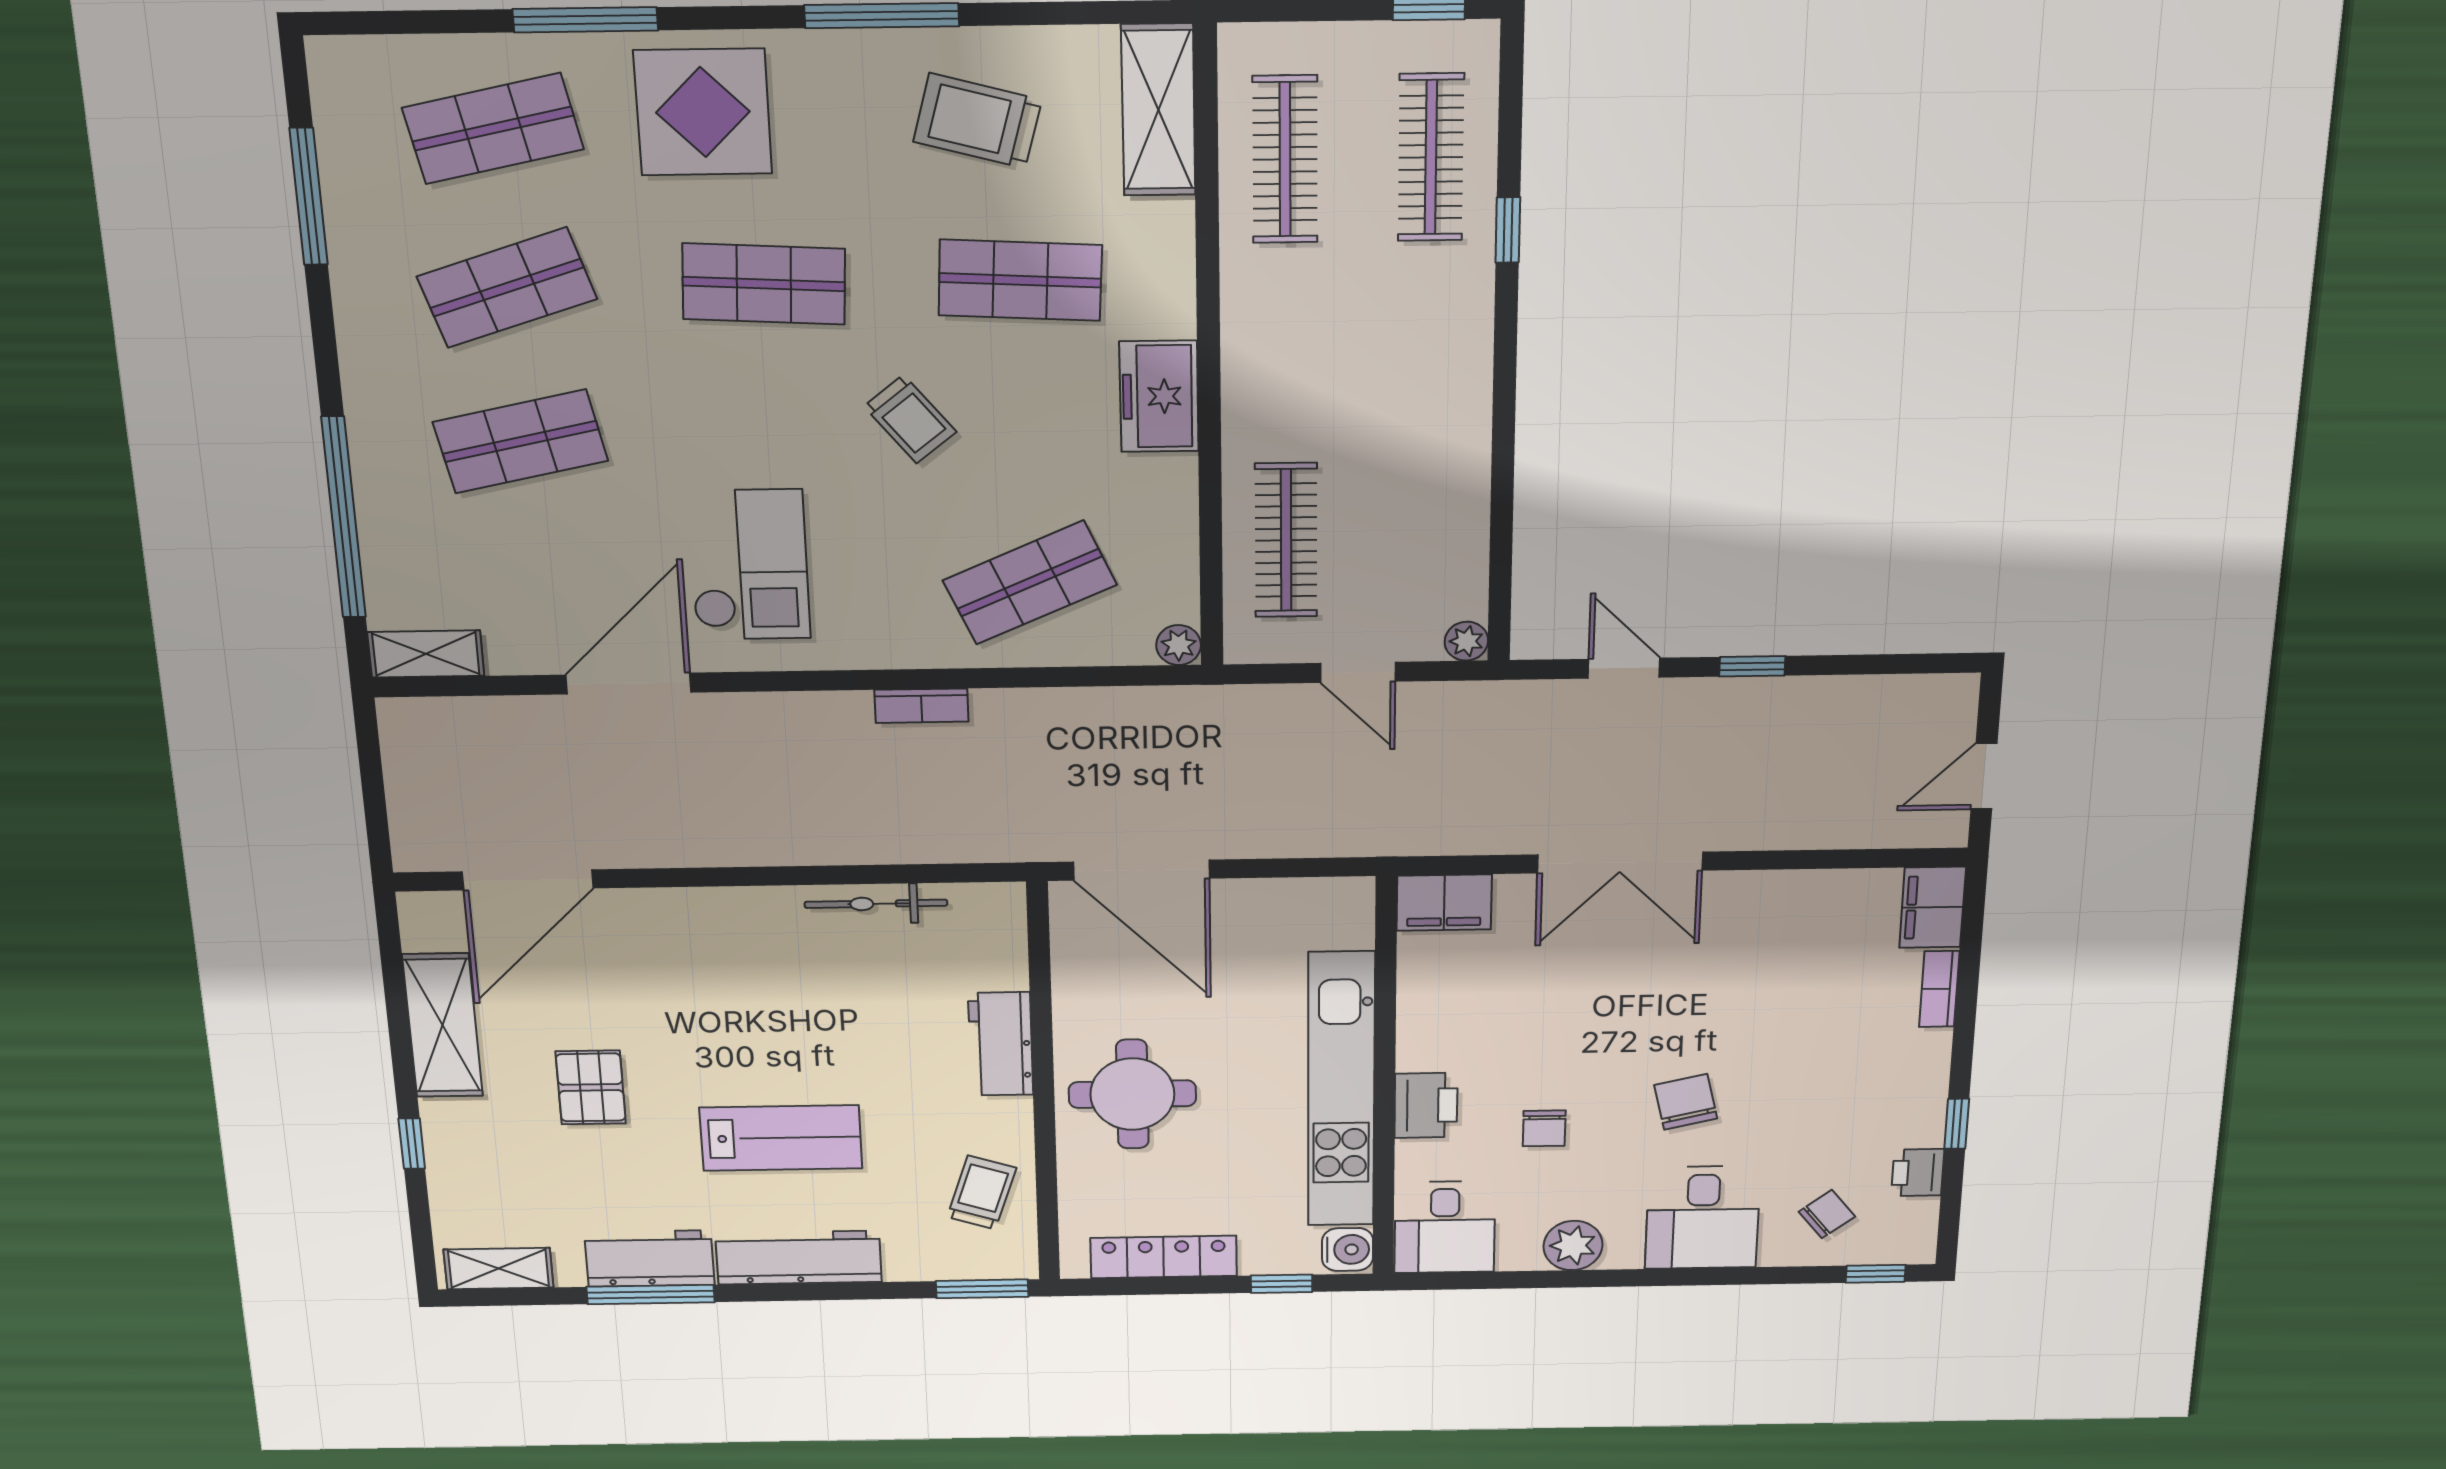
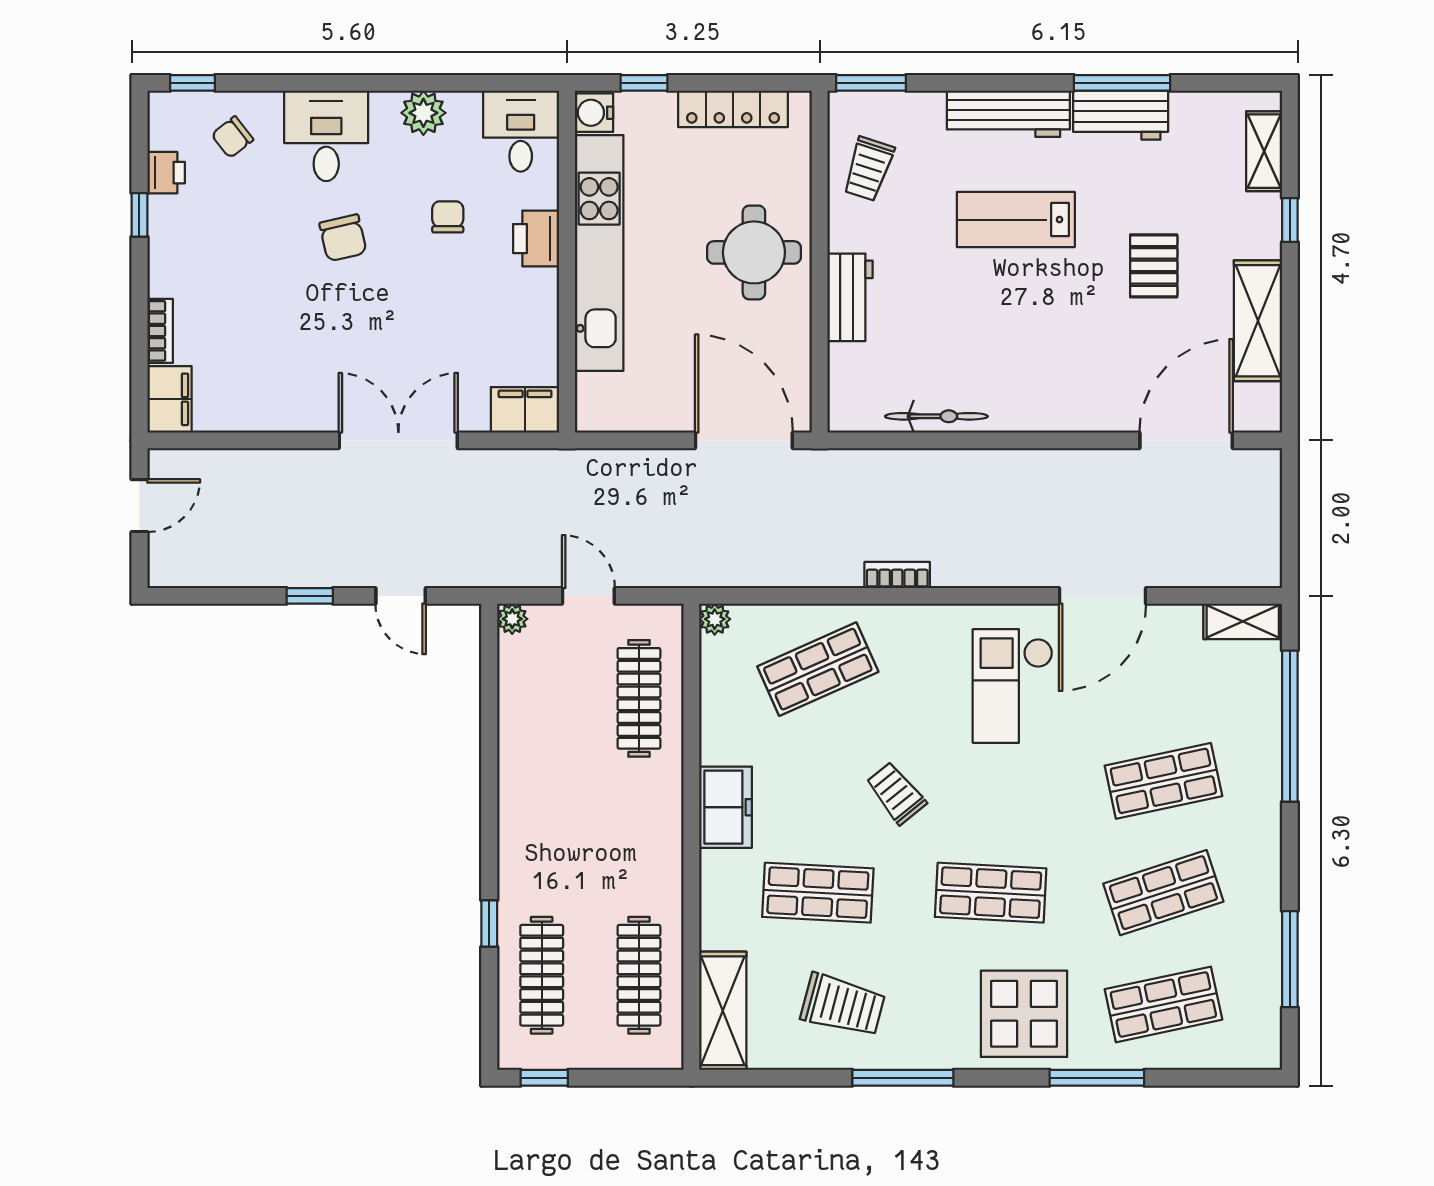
shelving: (499, 1268) -> (1264, 151), moved, turned 90

